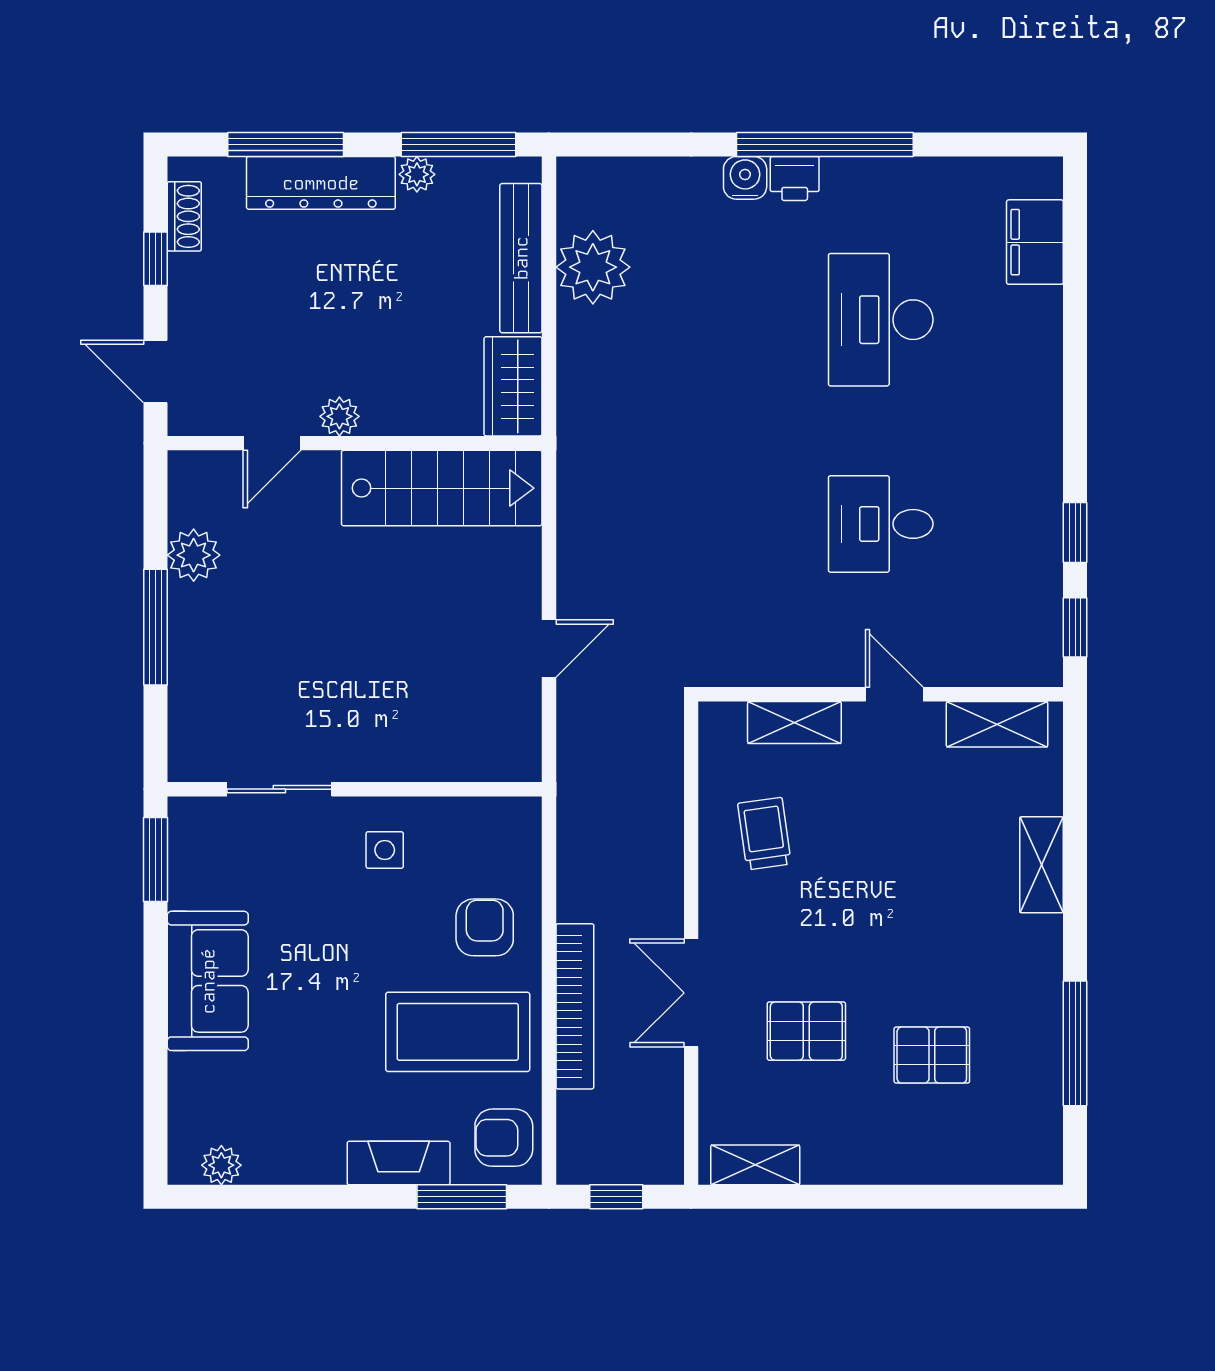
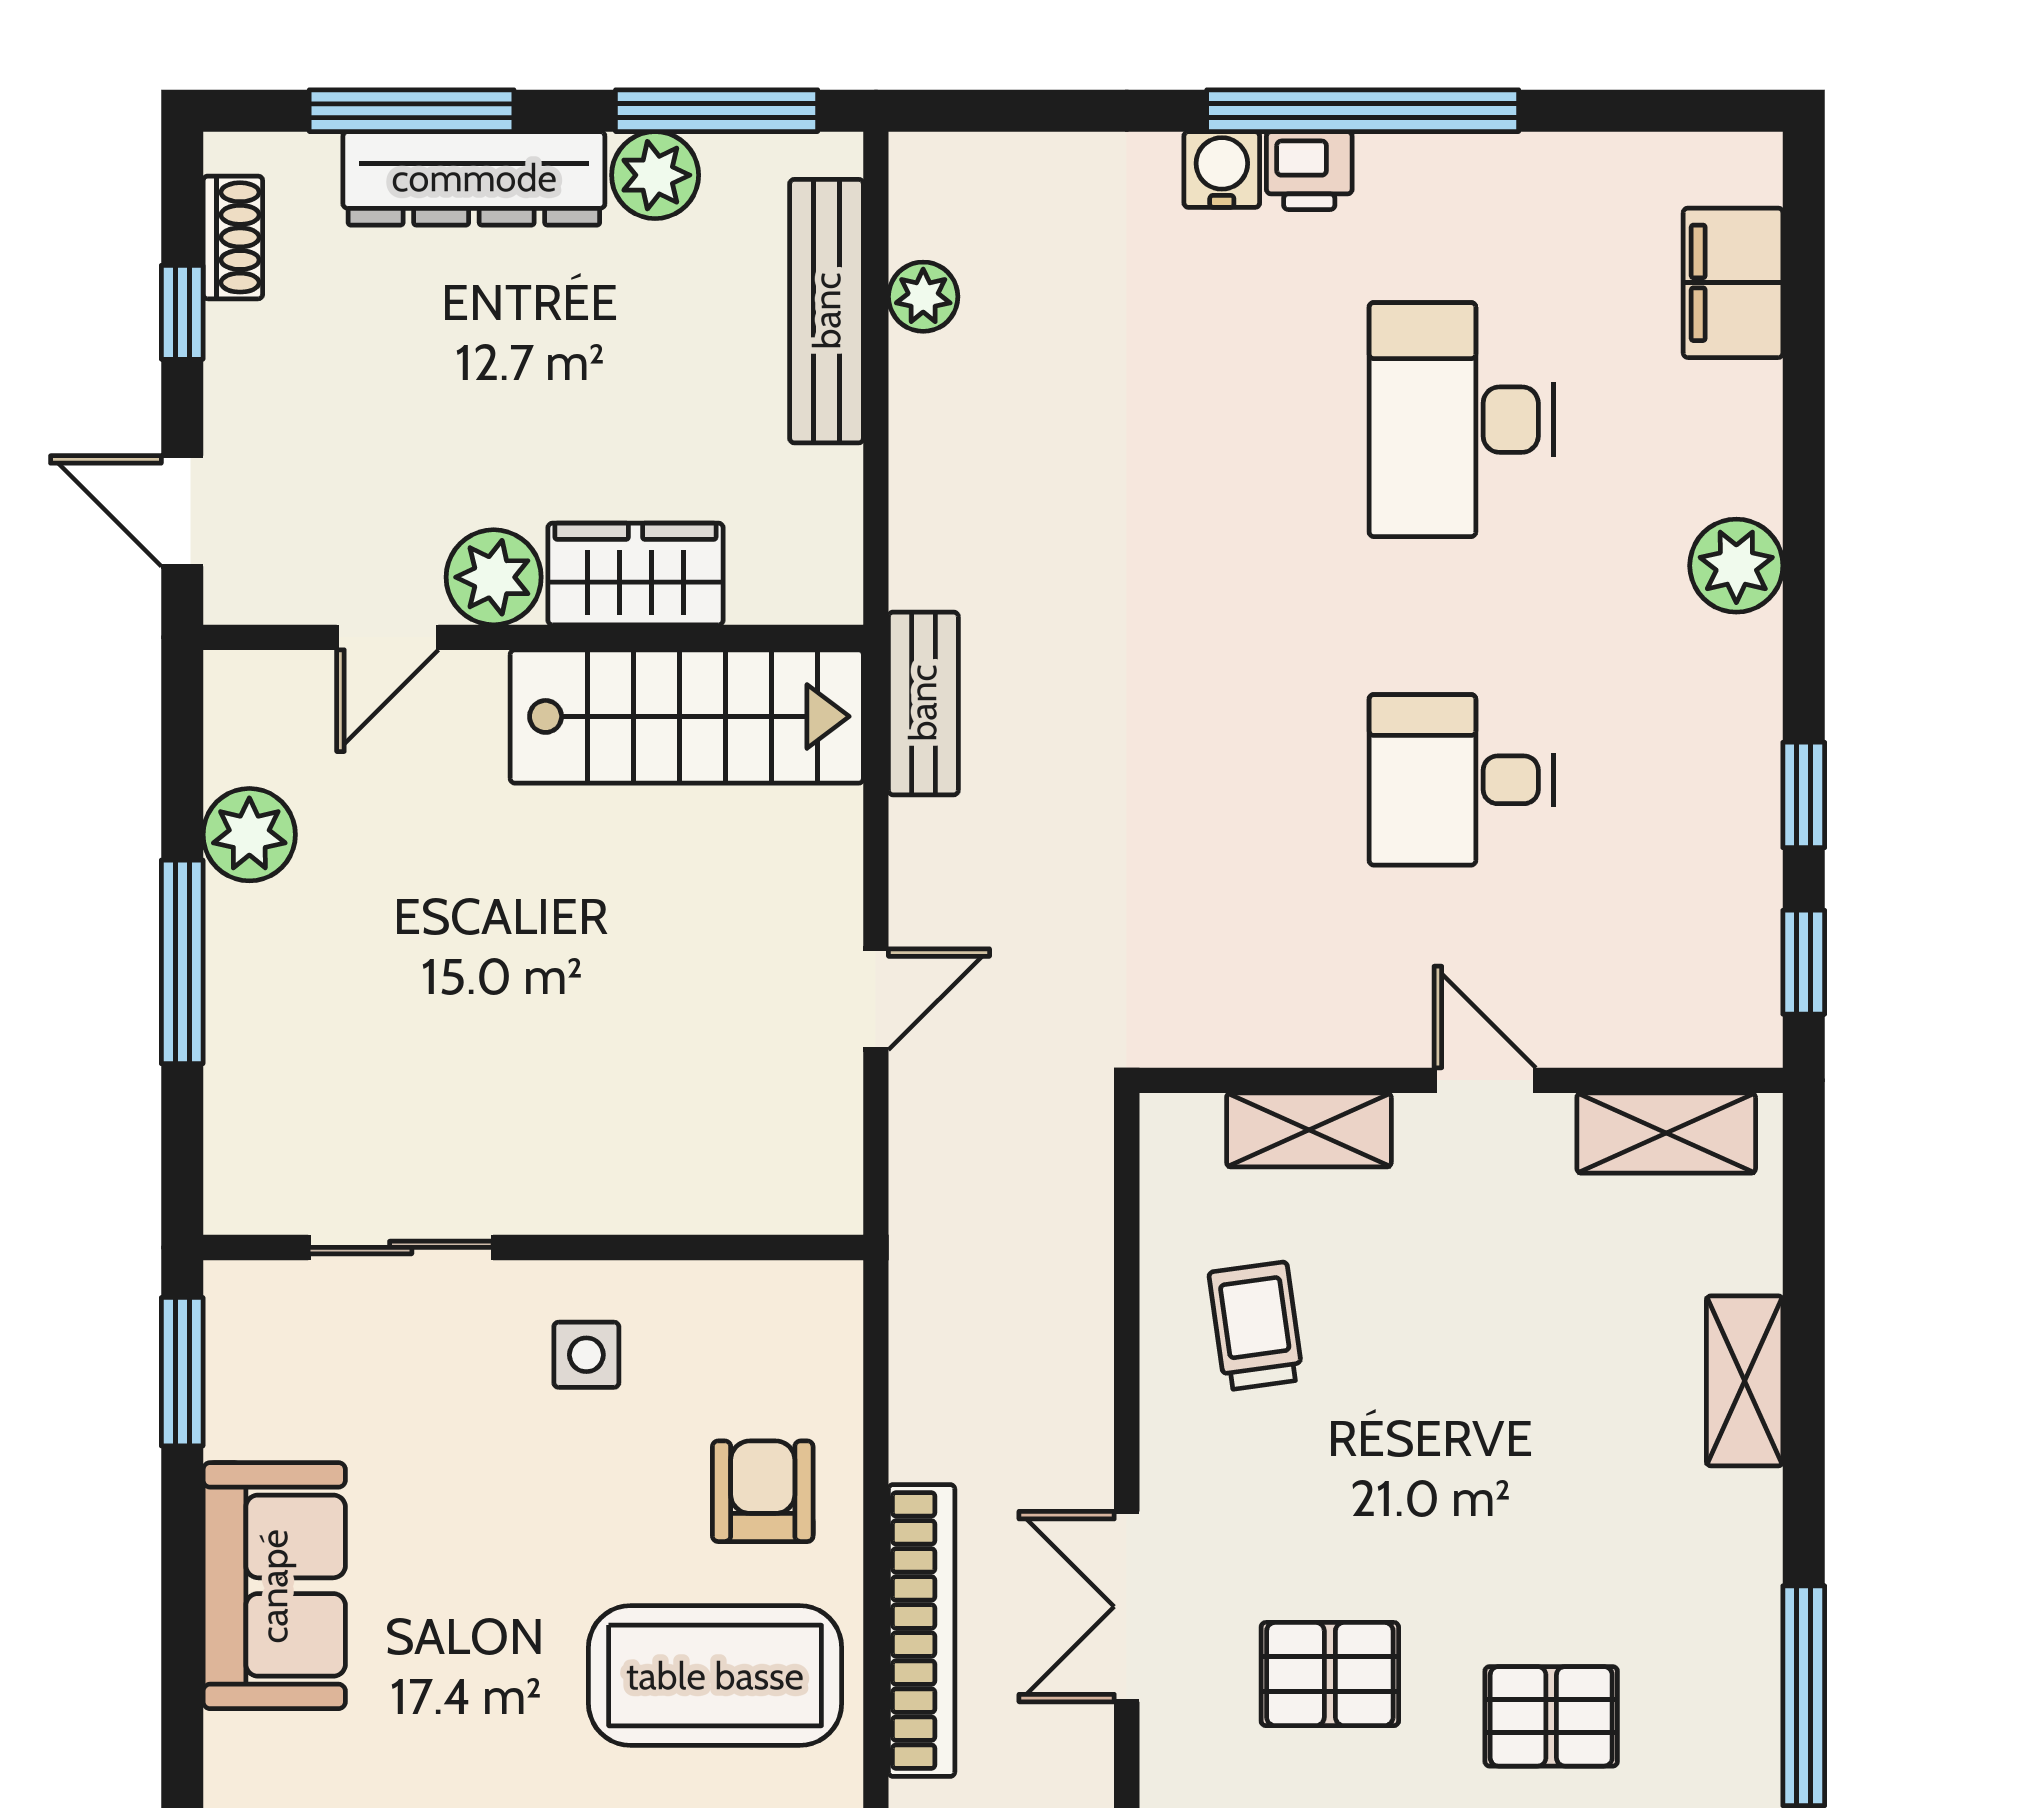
plant: (417, 174) -> (655, 175), width x1.38, depth x1.38
plant: (593, 267) -> (923, 297), width x0.53, depth x0.53
wardrobe: (513, 386) -> (635, 574), moved, turned 90
plant: (1037, 402) -> (1736, 566), added
plant: (339, 416) -> (494, 577), width x1.38, depth x1.38
bench: (576, 481) -> (923, 703), added

